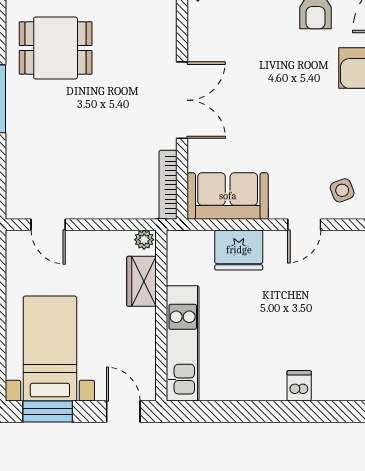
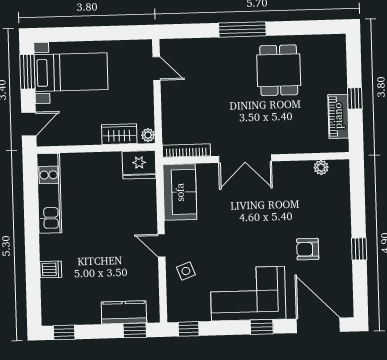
door: (48, 225) -> (157, 69), swing flipped
fridge: (239, 250) -> (139, 165), moved, turned -90
kitchen unit: (183, 343) -> (49, 193), moved, turned -90
dishwasher: (299, 386) -> (51, 269), moved

